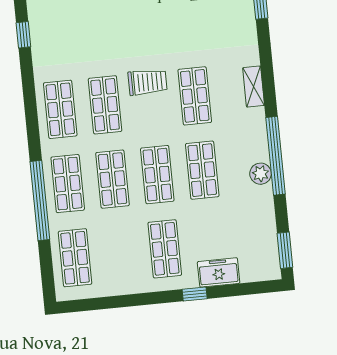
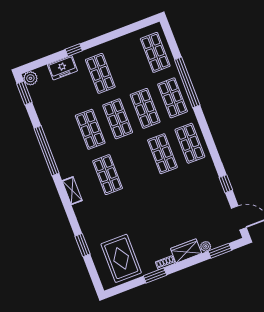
trolley: (148, 82) -> (140, 175), removed
plant: (261, 174) -> (30, 78), moved

